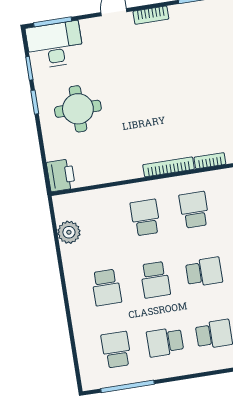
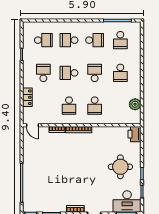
school desk: (106, 287) -> (120, 73), turned 180

